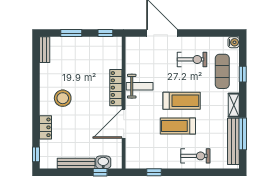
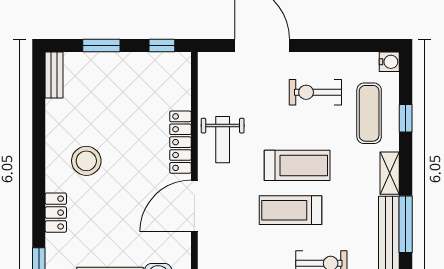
exercise bike: (192, 59) -> (315, 92), turned 180
weight bench: (140, 86) -> (223, 140), turned 90

